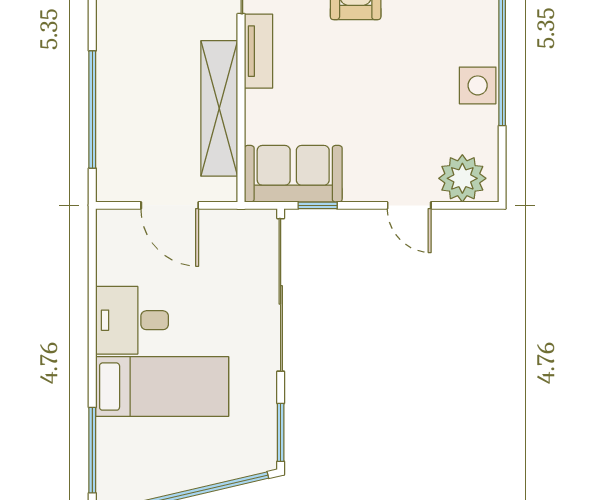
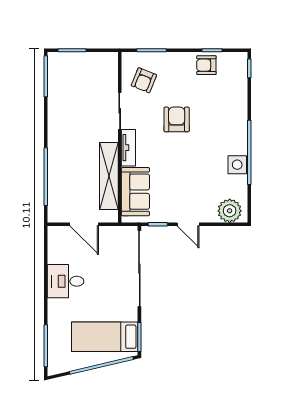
sofa: (293, 174) -> (135, 192), moved, turned 90
door: (409, 205) -> (188, 224), moved
bed: (162, 387) -> (105, 337), moved, turned 180

